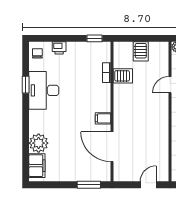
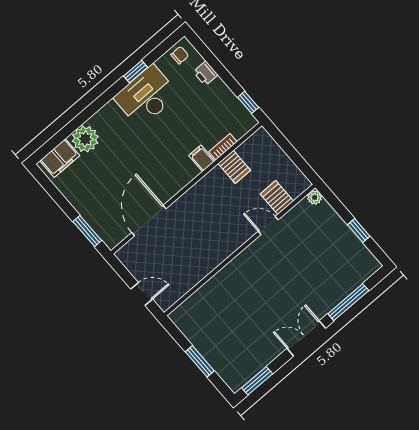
server rack: (141, 51) -> (277, 197), moved, turned 90
filing cabinet: (103, 118) -> (202, 158), moved

